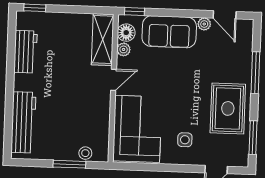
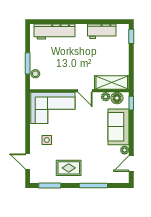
rug: (228, 108) -> (69, 168), width x0.73, depth x0.70

